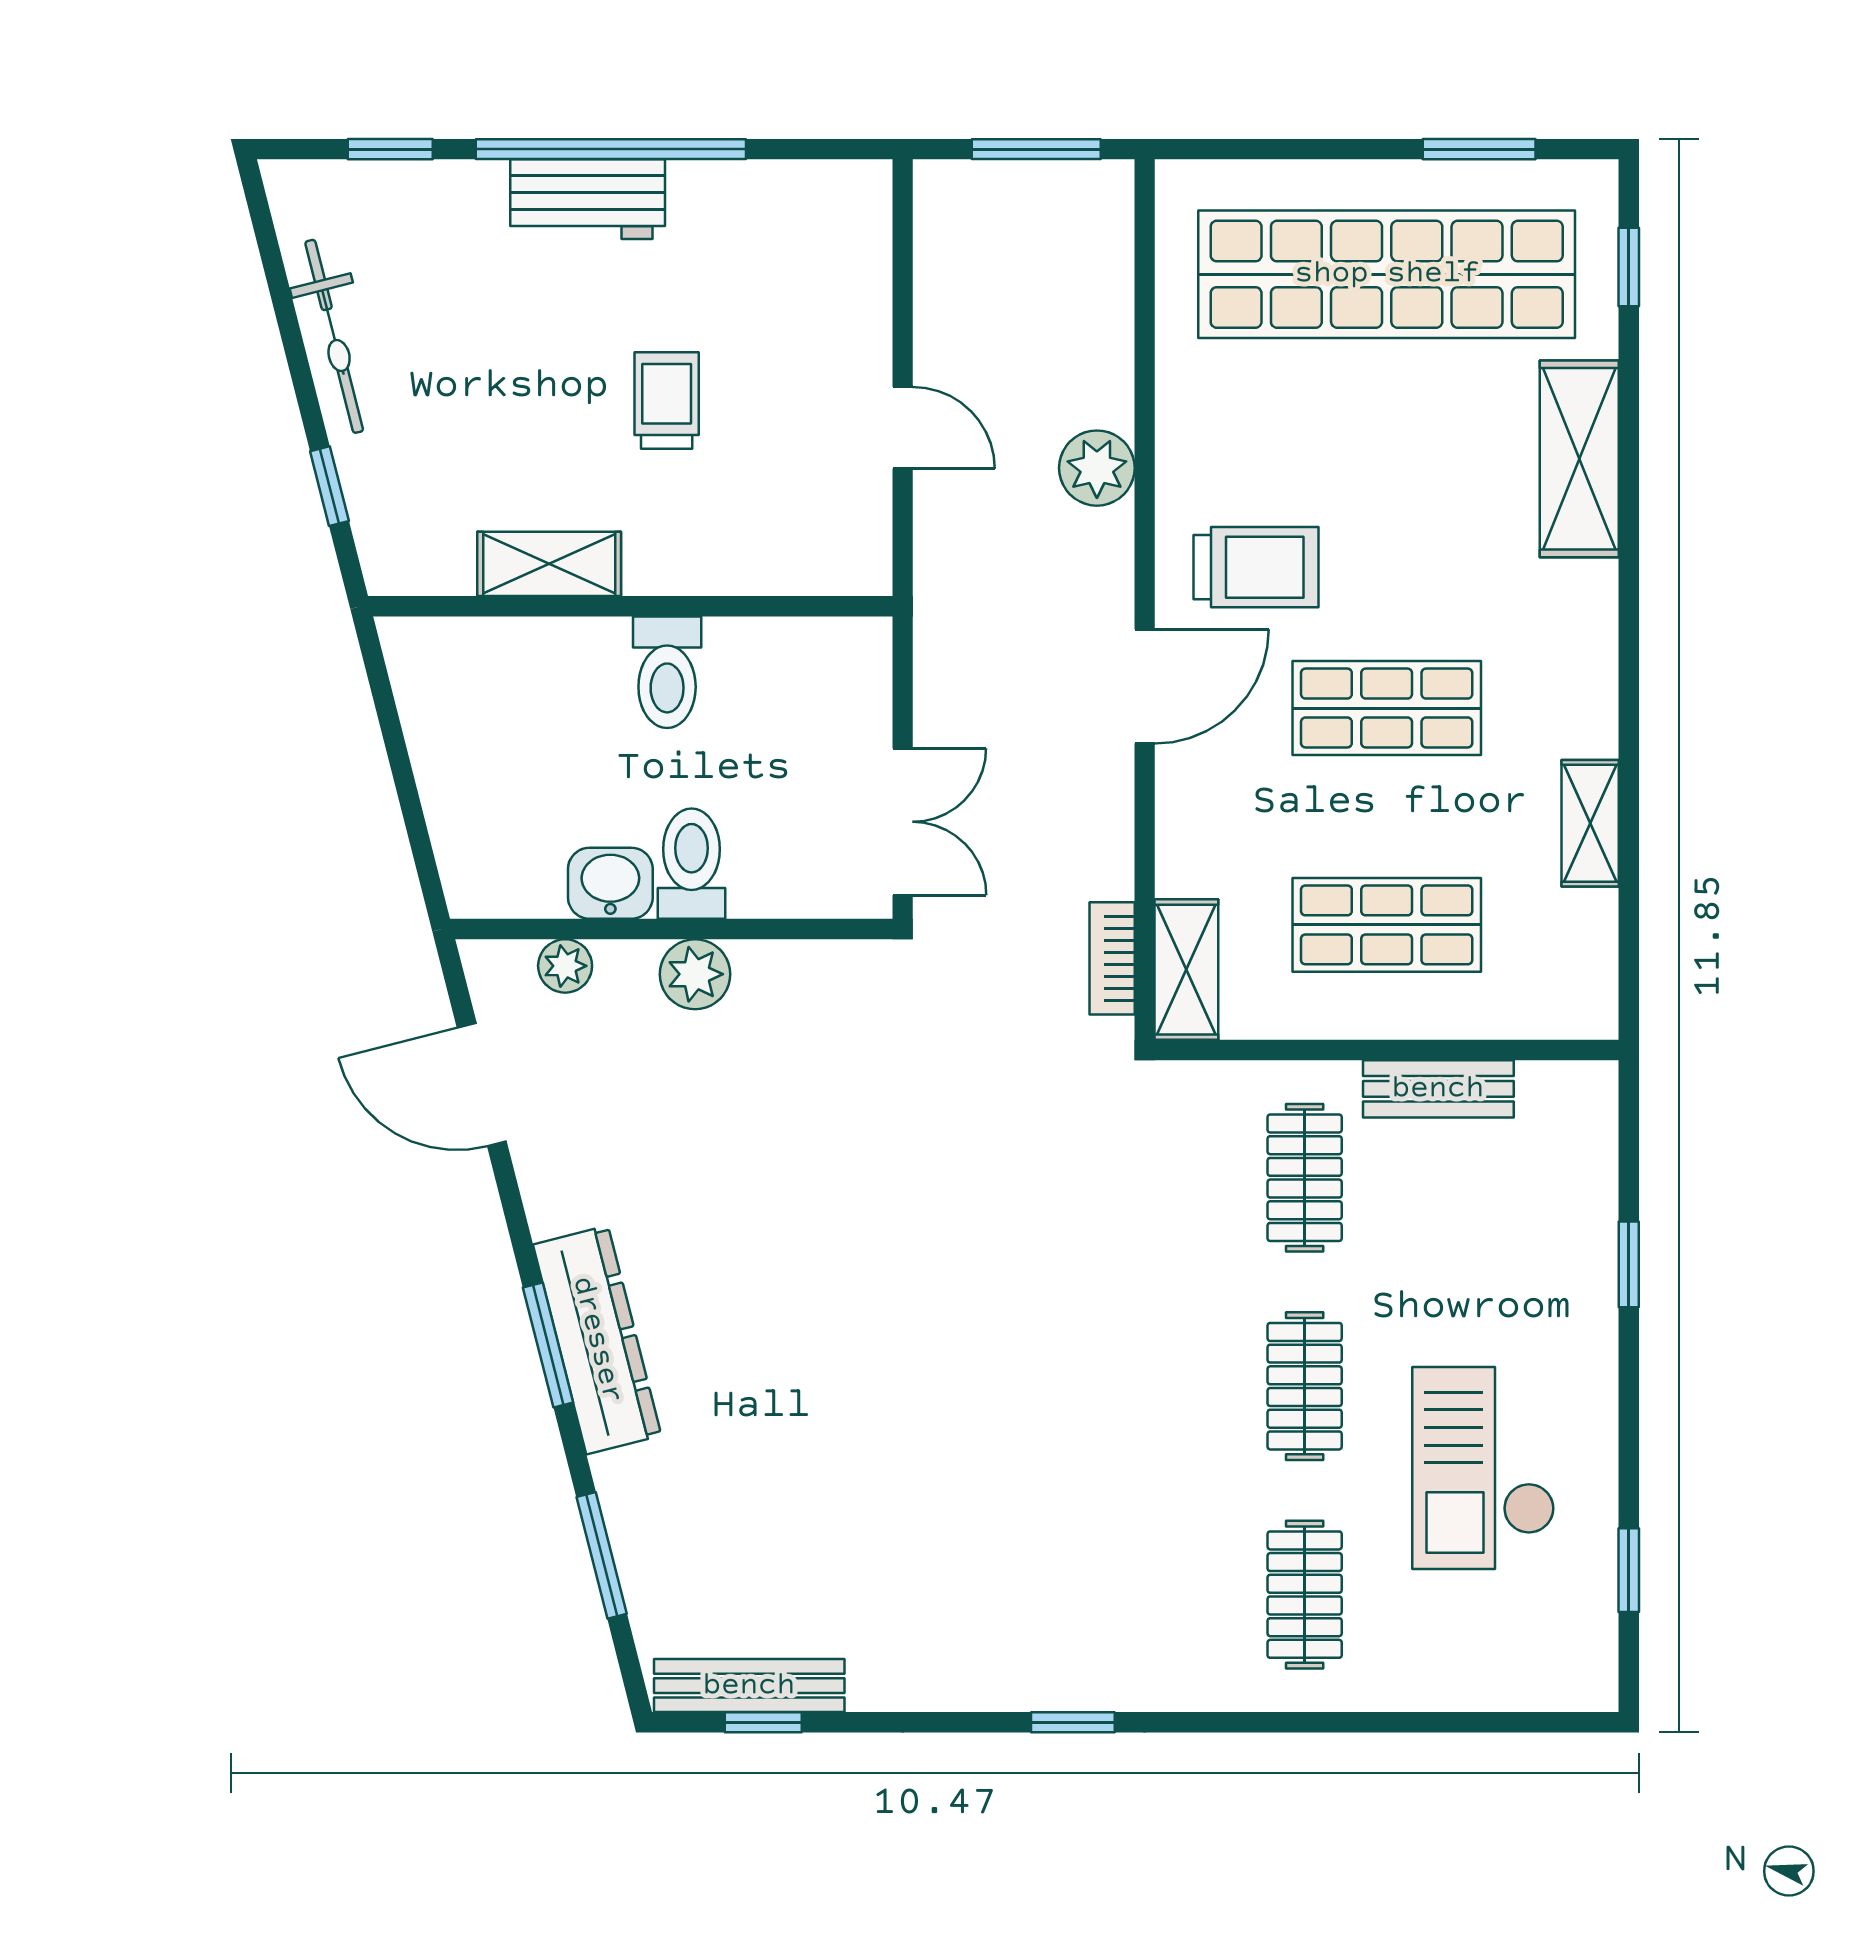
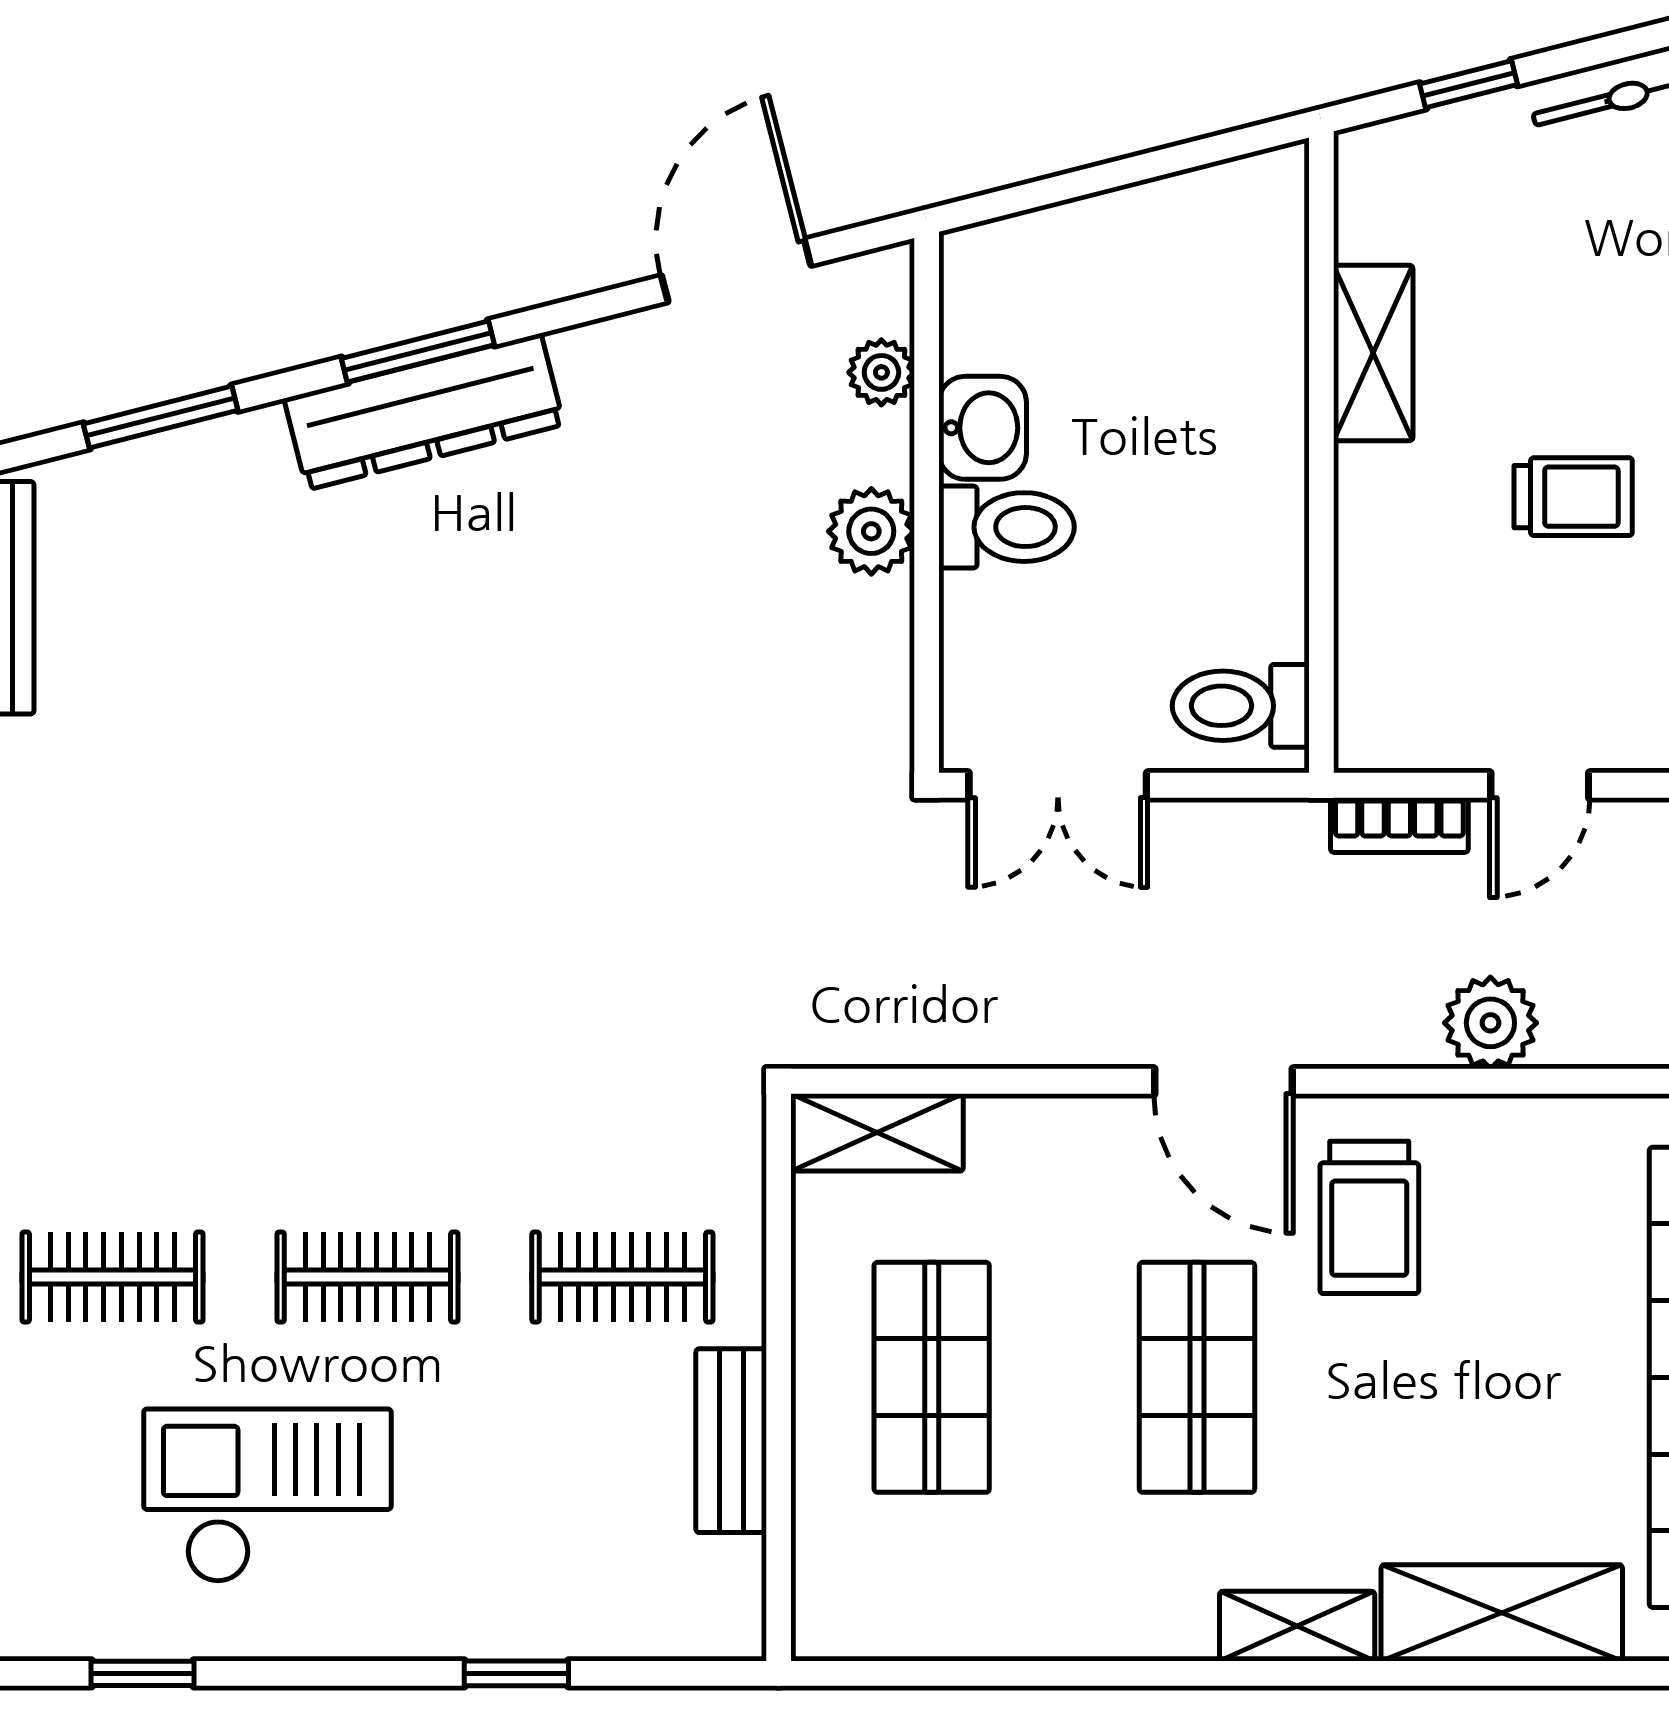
toilet: (667, 672) -> (1241, 706), moved
shelving: (1590, 823) -> (1297, 1626), moved
bookcase: (1112, 958) -> (1399, 825), moved, turned 180

